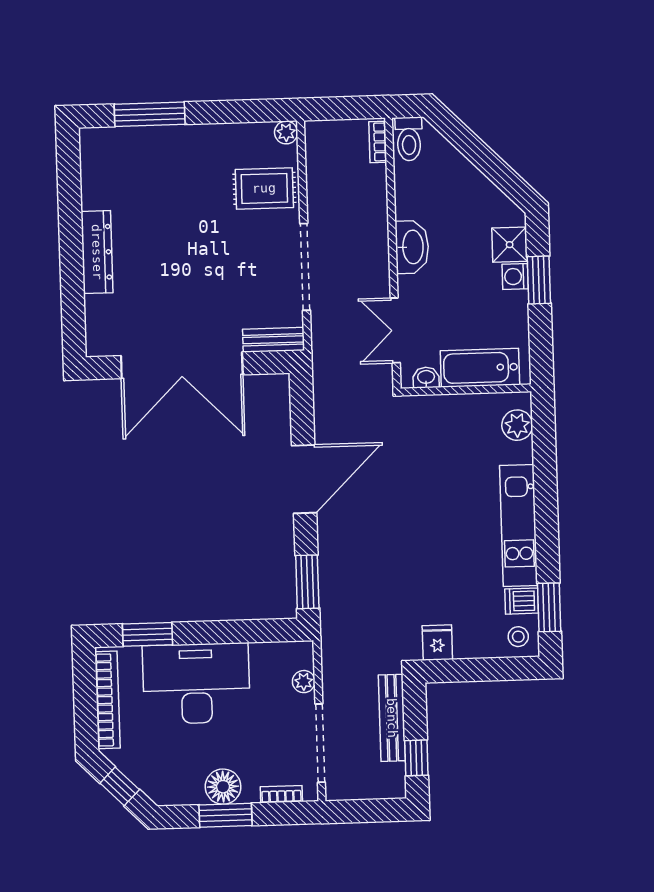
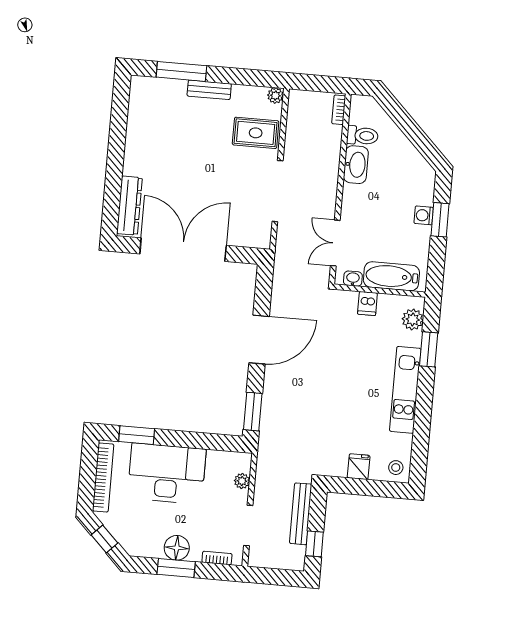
toilet: (409, 139) -> (362, 136), moved, turned -90
shower: (510, 245) -> (422, 193), removed
washbasin: (412, 247) -> (356, 165), moved
dresser: (97, 252) -> (130, 206), moved
bench: (274, 340) -> (209, 90), moved
double door: (182, 365) -> (183, 250), swing flipped
dishwasher: (522, 601) -> (367, 303), moved, turned -90
window: (549, 607) -> (429, 349), moved
fridge: (437, 643) -> (359, 467), moved
doorway: (320, 743) -> (248, 525), width x0.73

